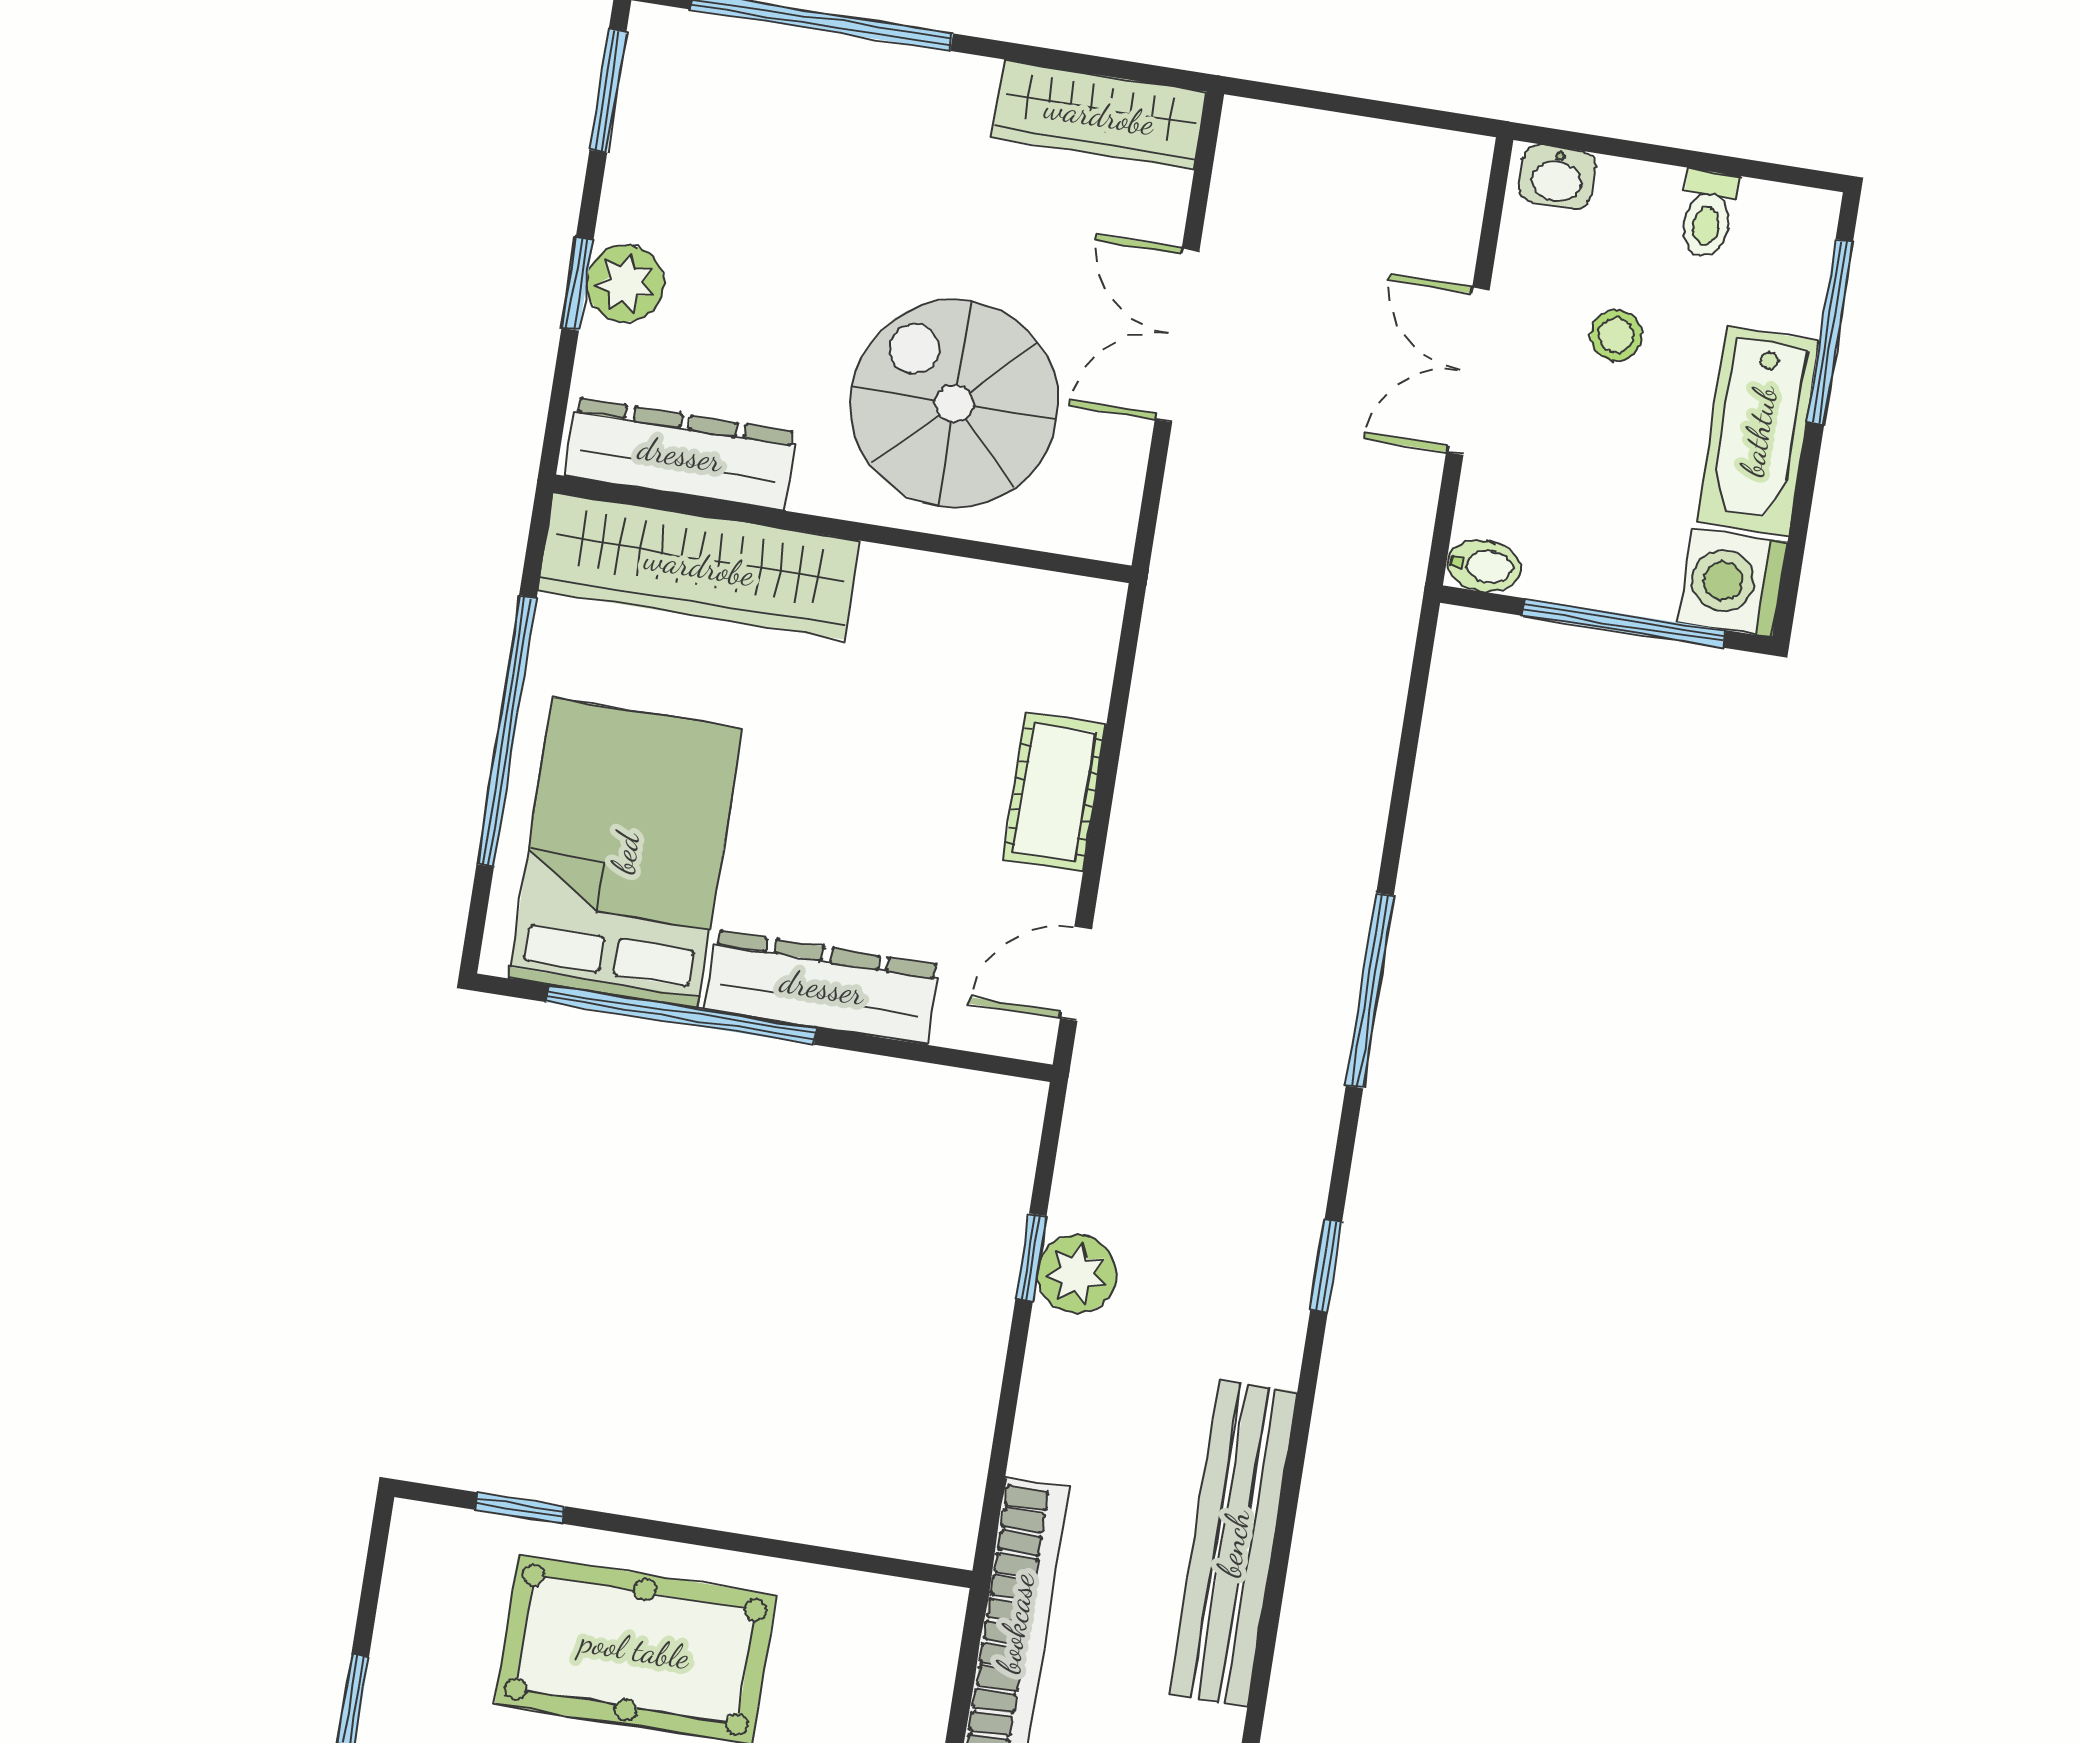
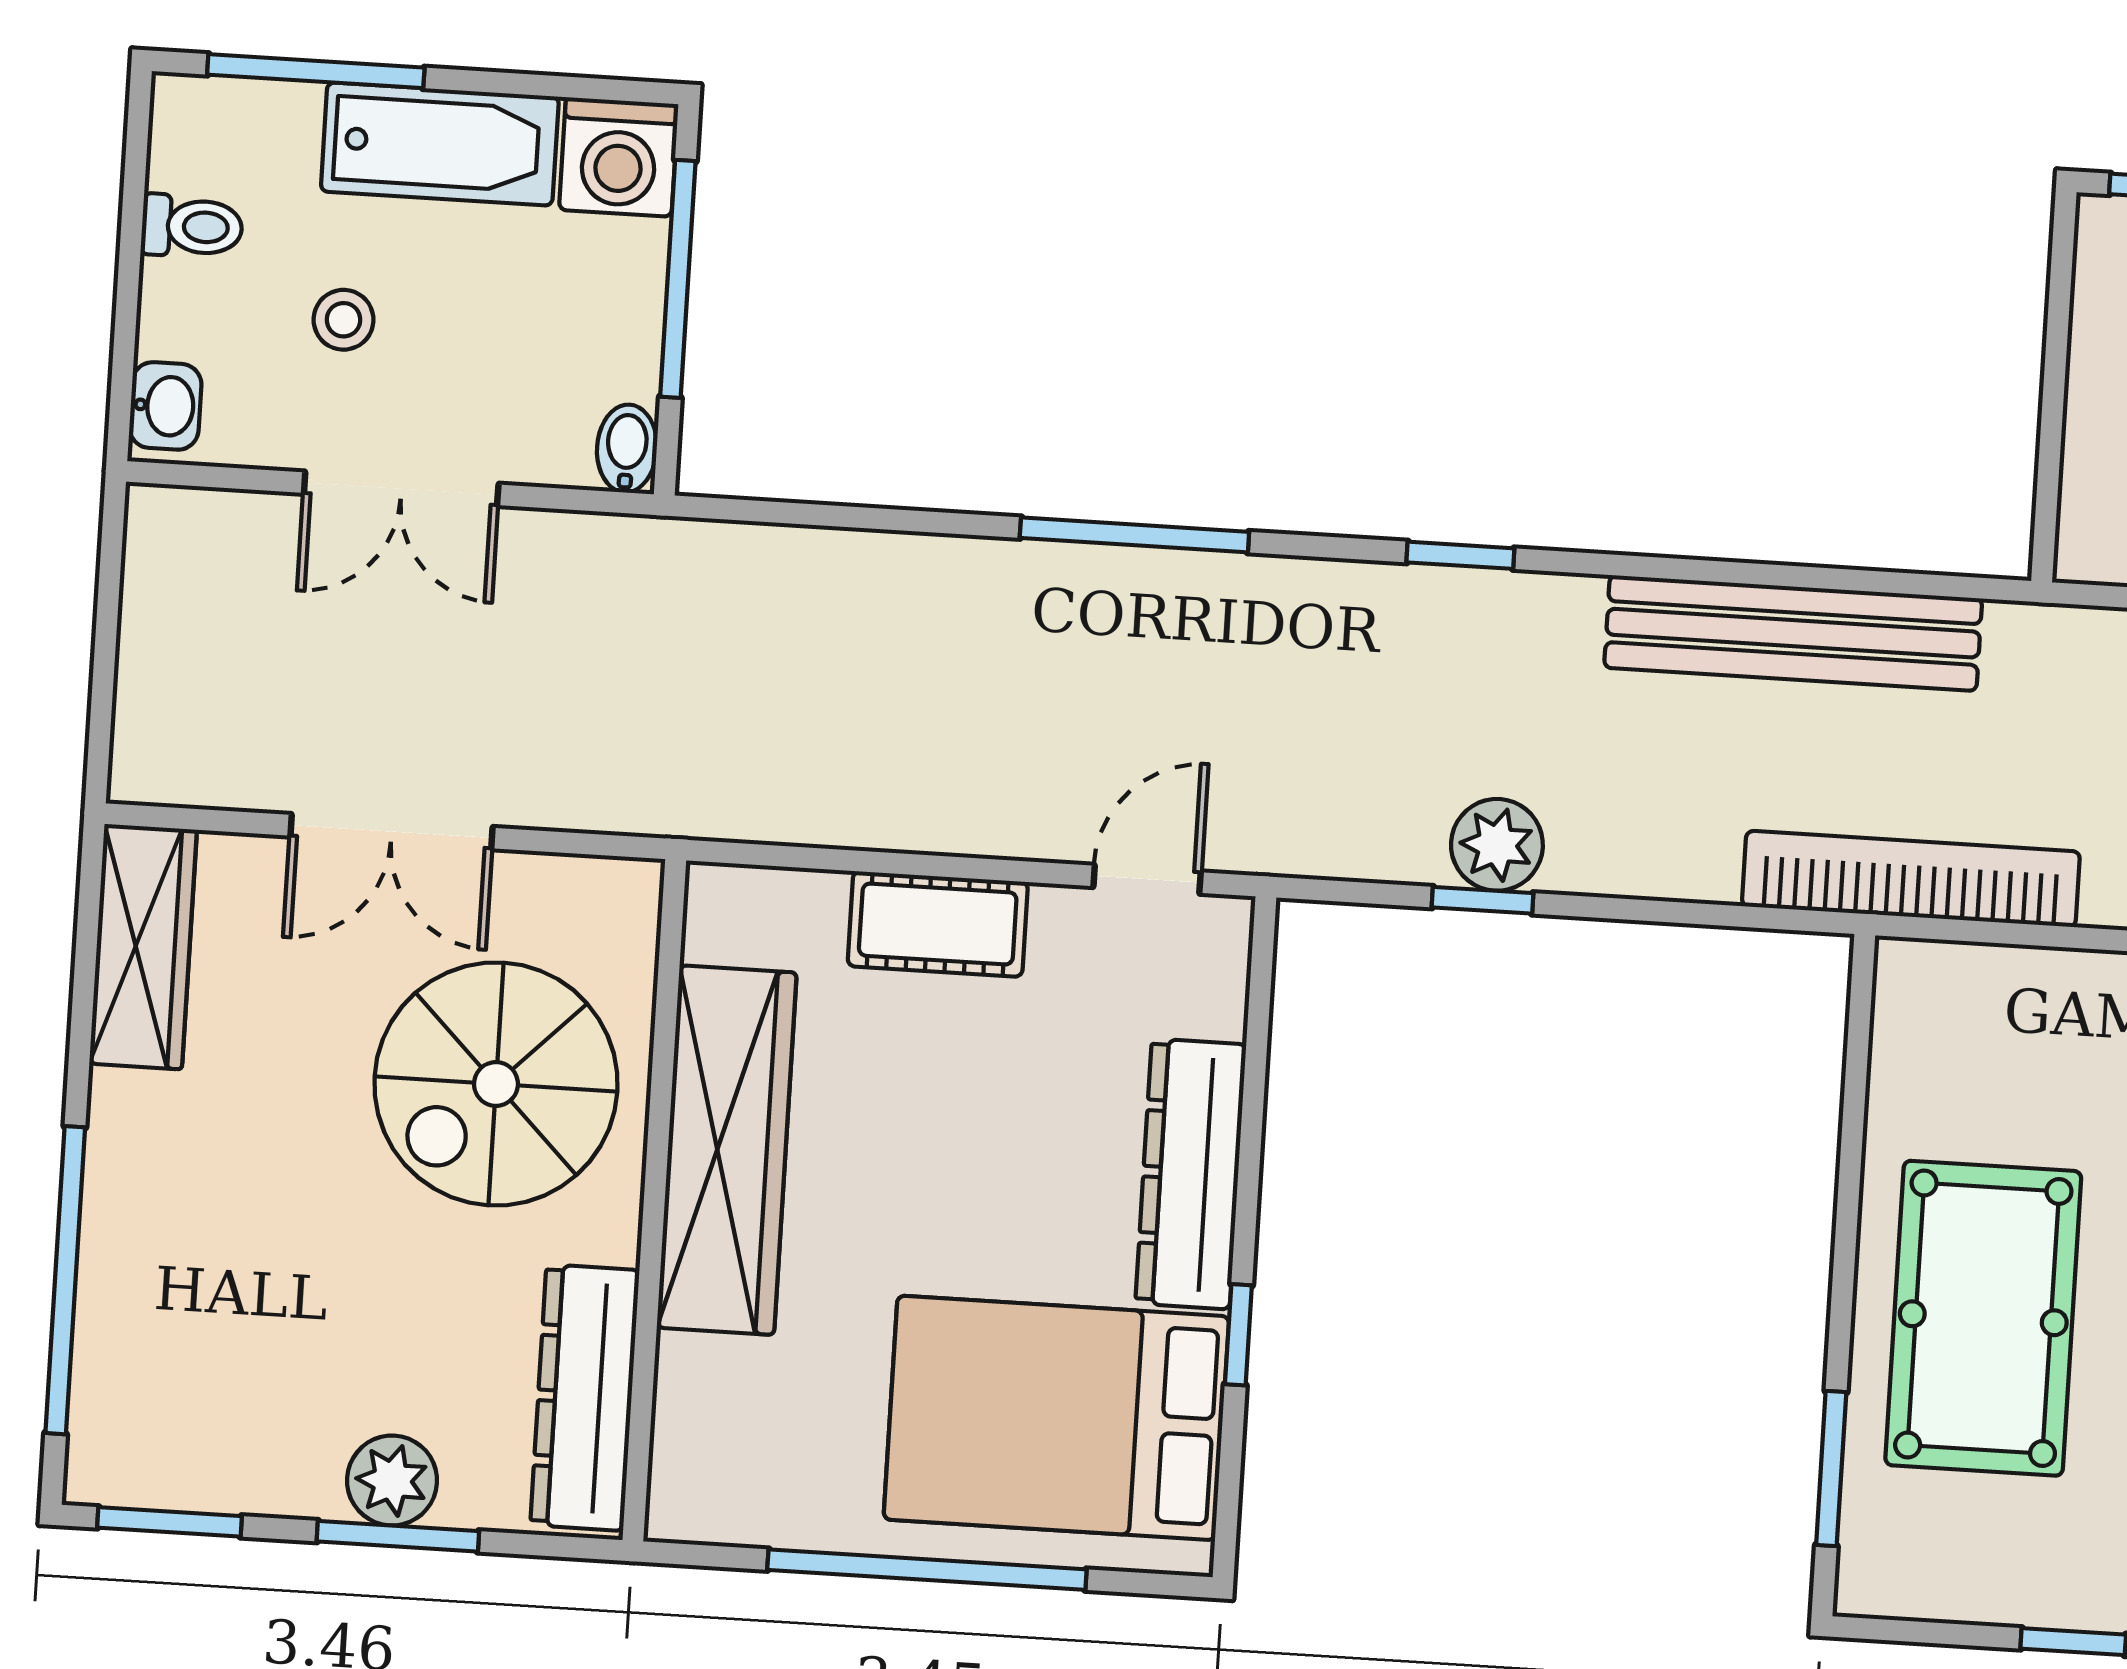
window: (577, 284) -> (398, 1536), width x1.50
wardrobe: (699, 566) -> (727, 1150), moved
door: (1076, 974) -> (1147, 879), swing flipped
window: (681, 1015) -> (1238, 1335), width x0.32
window: (520, 1508) -> (1831, 1468), width x1.50

